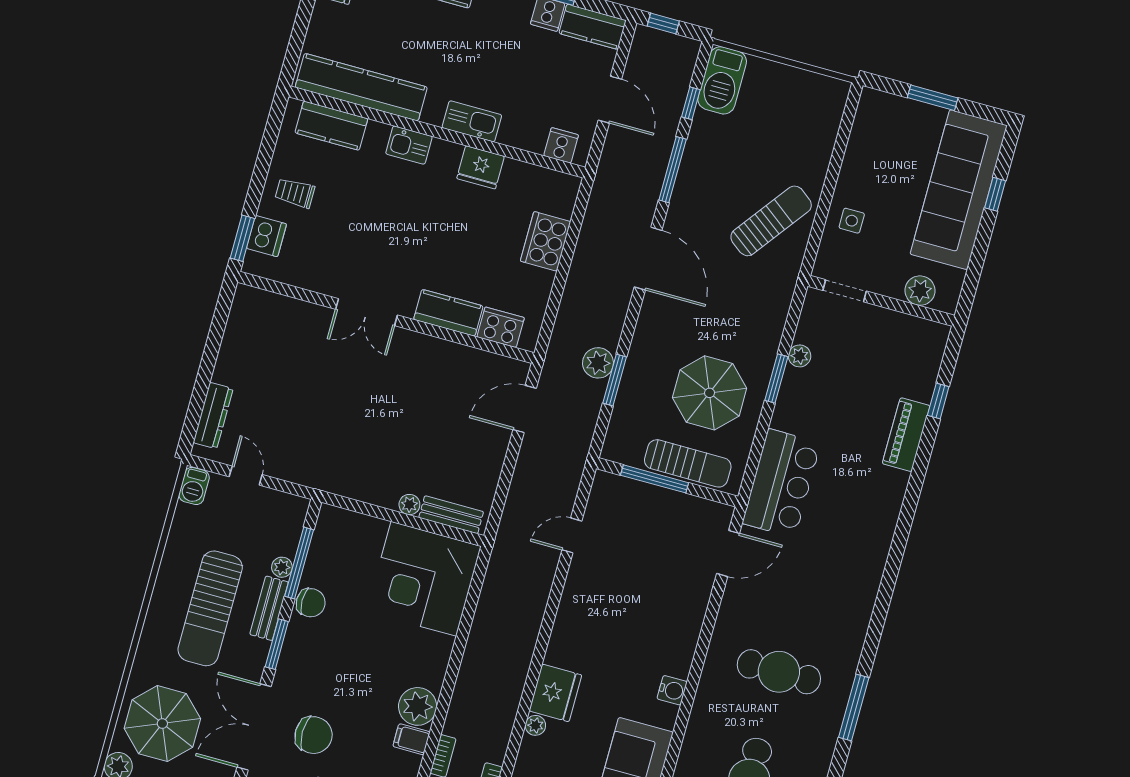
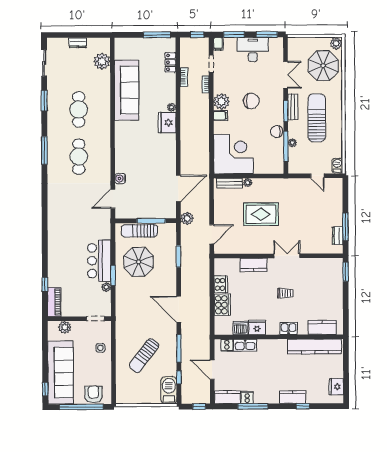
window: (933, 98) -> (81, 407), width x2.11
armchair: (897, 119) -> (93, 394), added
kitchen sink: (472, 121) -> (245, 345), moved
trolley: (295, 193) -> (285, 293), moved
window: (995, 194) -> (45, 389), moved
sun lounger: (771, 221) -> (144, 356), moved
dishwasher: (266, 236) -> (240, 328), moved, turned 90
cooker: (501, 327) -> (221, 284), moved, turned -90
window: (214, 341) -> (345, 227), added
plant: (598, 363) -> (187, 218), moved
dresser: (213, 416) -> (338, 236), moved, width x0.70
rug: (400, 424) -> (261, 214), added
piano: (906, 435) -> (54, 302), moved
bar counter: (781, 483) -> (99, 261), moved
door: (572, 535) -> (178, 188), width x1.88
bench: (269, 608) -> (293, 107), moved
cafe table: (779, 672) -> (79, 157), turned 90
water cooler: (672, 690) -> (120, 179), moved
double door: (254, 727) -> (286, 75), width x0.73
chair: (314, 735) -> (251, 101), moved, turned 180
filing cabinet: (411, 739) -> (220, 116), moved

